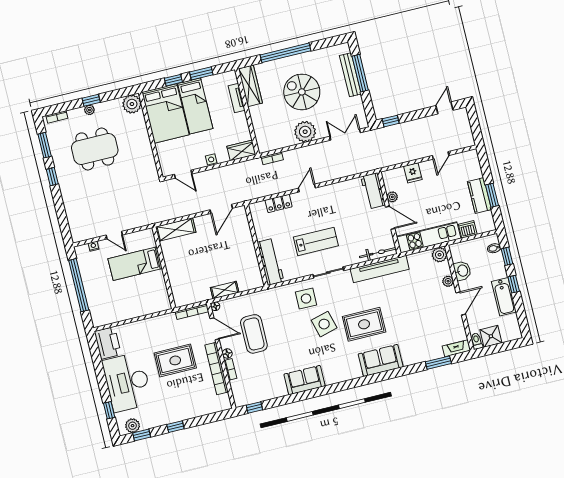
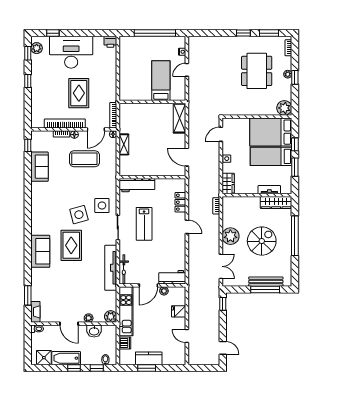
shower: (491, 336) -> (44, 358), moved
printer: (108, 343) -> (110, 42), width x0.53, depth x0.68
sofa: (305, 380) -> (39, 167), moved

